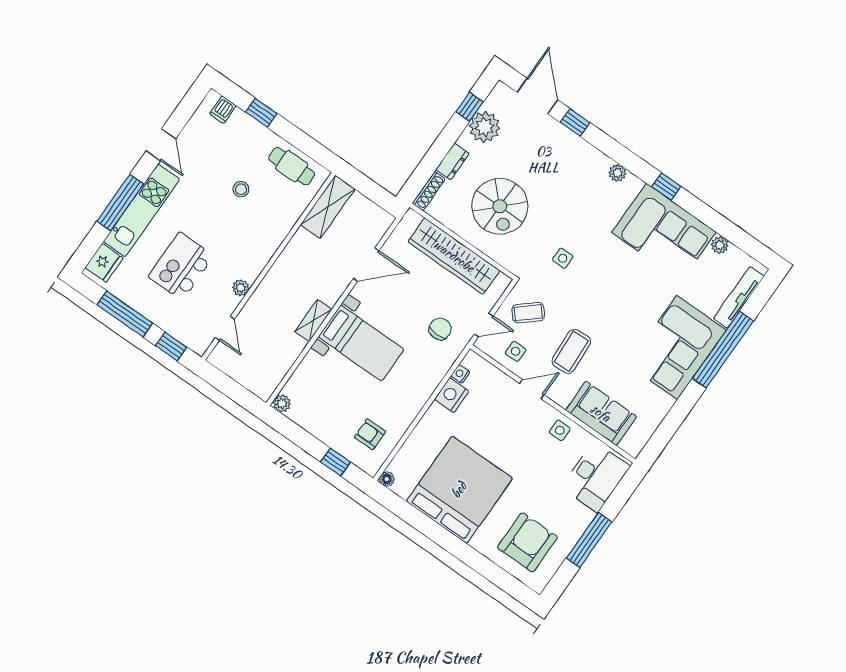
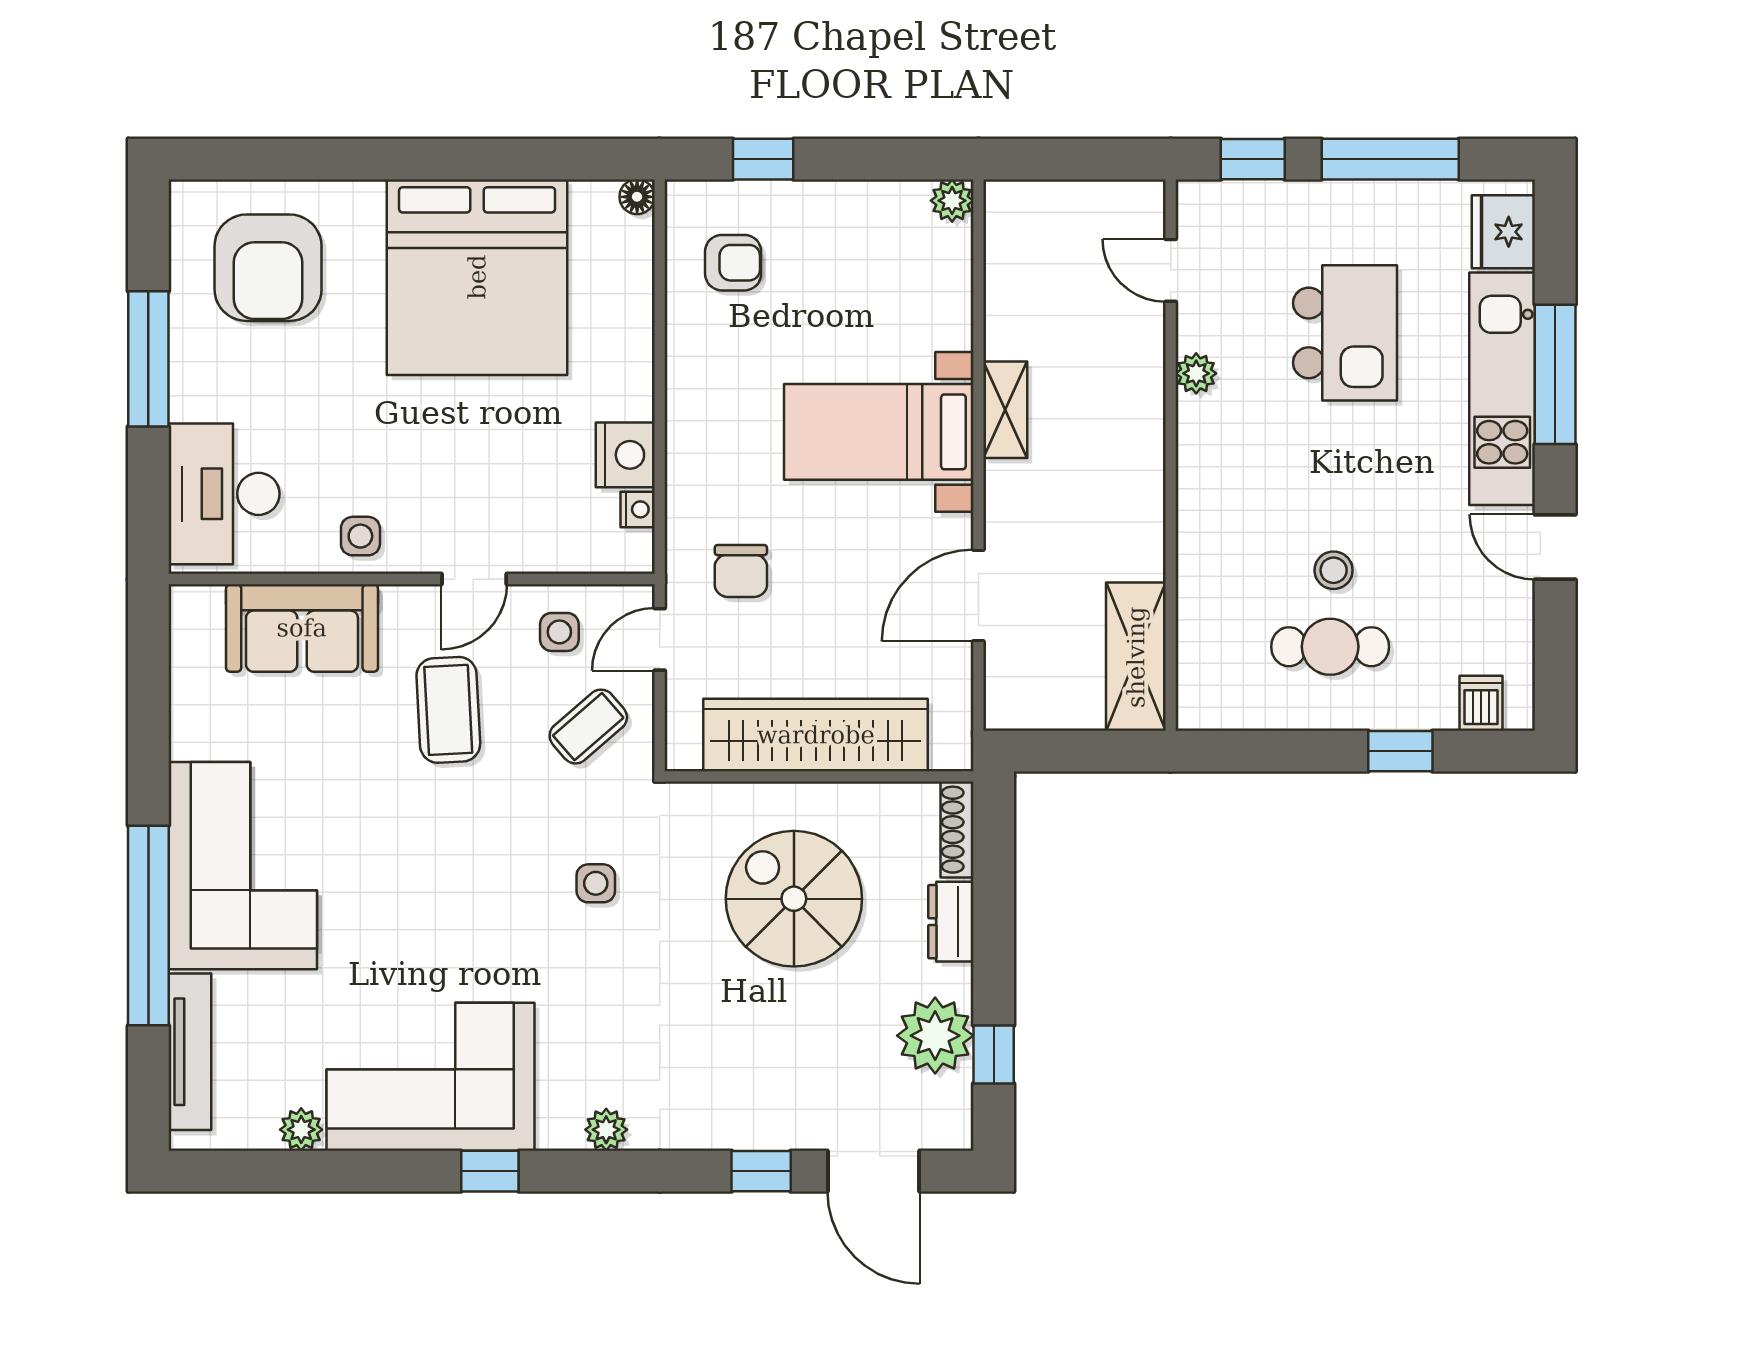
cafe table: (292, 166) -> (1330, 647), moved

